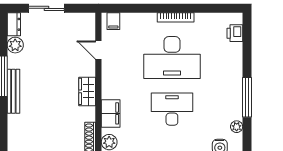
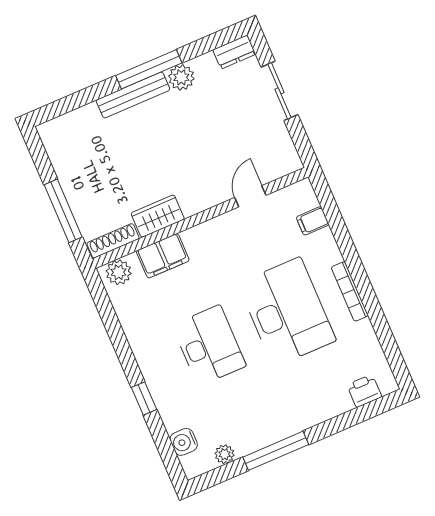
filing cabinet: (113, 21) -> (313, 221), moved
plant: (15, 45) -> (181, 77), moved
desk: (172, 57) -> (287, 312), turned 180
wardrobe: (87, 91) -> (158, 216), moved

